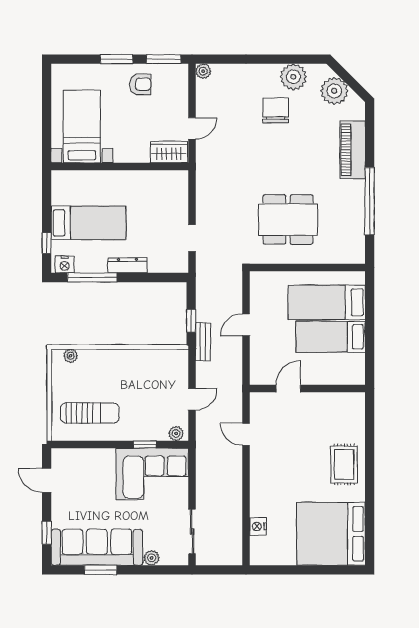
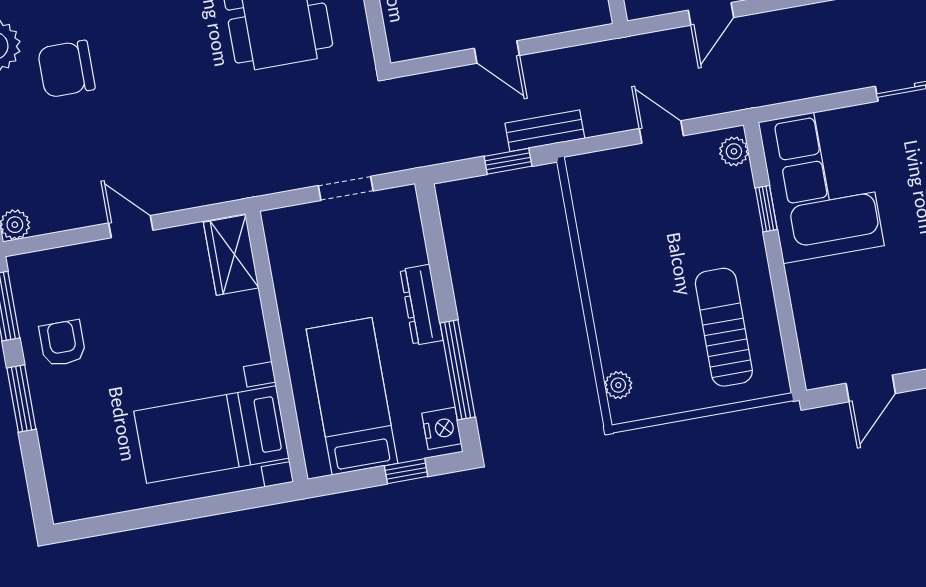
bed with nightstands: (82, 126) -> (211, 435), moved
wardrobe: (169, 152) -> (231, 255), moved
wall: (120, 166) -> (277, 347), moved

